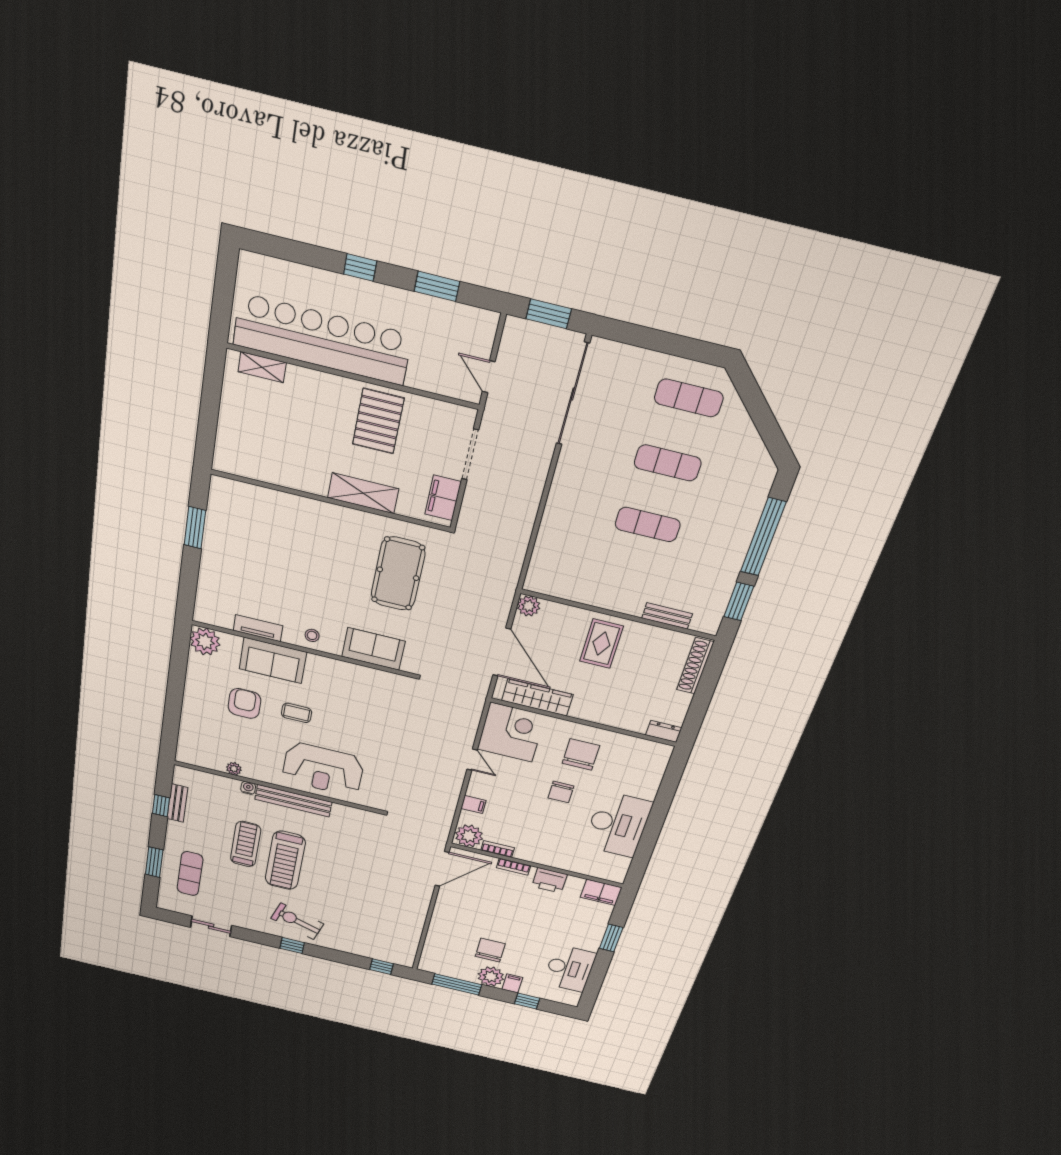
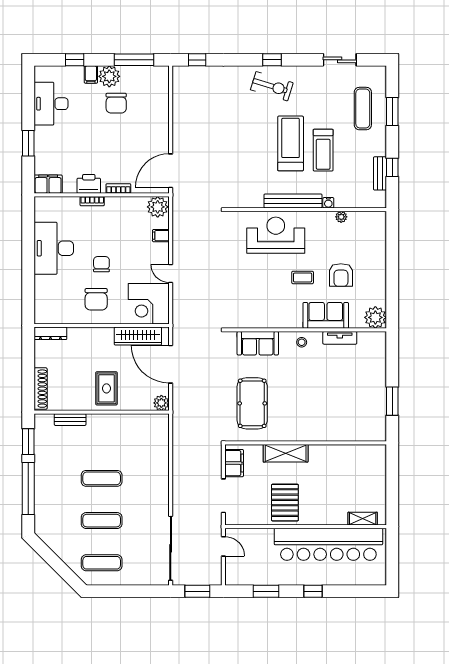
dresser: (664, 731) -> (50, 333), width x1.44
bookcase: (498, 849) -> (92, 201), moved

